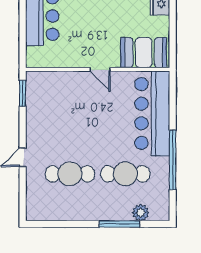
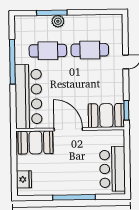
door: (100, 69) -> (68, 129), width x1.87
booth: (49, 87) -> (106, 115), added
plant: (141, 213) -> (58, 21), moved

